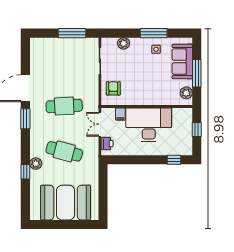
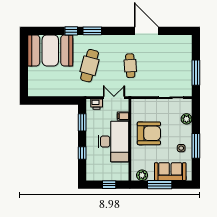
armchair: (113, 88) -> (149, 133), moved, width x1.88, depth x1.88
cafe table: (64, 106) -> (130, 66), width x0.73, depth x0.74
window: (25, 119) -> (92, 31), moved
window: (127, 160) -> (82, 122), added
window: (174, 160) -> (82, 153), moved
plant: (36, 164) -> (79, 40), removed
booth: (66, 203) -> (50, 50), moved, turned 90

